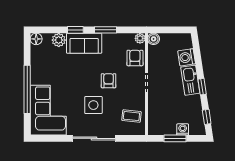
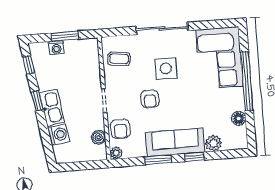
floor lamp: (36, 39) -> (239, 118), moved
boiler: (154, 39) -> (99, 137), moved
sofa: (84, 43) -> (175, 142), width x1.36

